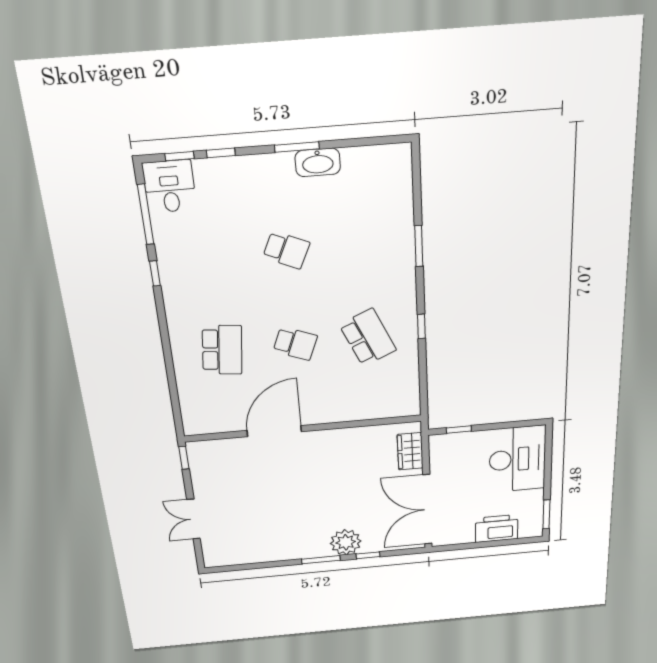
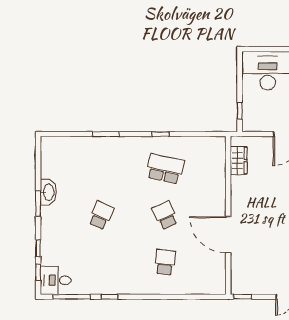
school desk: (368, 337) -> (165, 169), turned 36
school desk: (295, 344) -> (165, 215), turned -45
school desk: (222, 350) -> (165, 262), width x0.54
wardrobe: (410, 451) -> (239, 161), moved, turned -90

